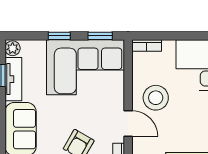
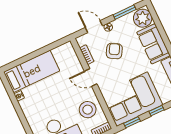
stool: (156, 98) -> (88, 110), moved

